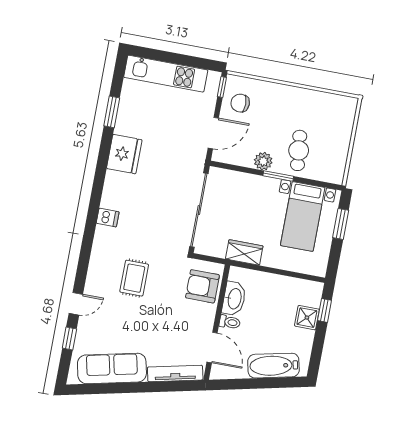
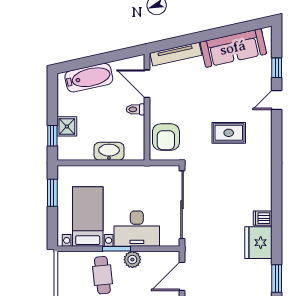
desk: (252, 194) -> (137, 229), added
dishwasher: (108, 218) -> (263, 218), moved
window: (341, 224) -> (52, 193), moved
wardrobe: (244, 252) -> (134, 174), removed
rug: (134, 278) -> (229, 133), turned 90
armchair: (202, 286) -> (166, 137), turned 90
washbasin: (234, 299) -> (109, 151), moved, turned 90

